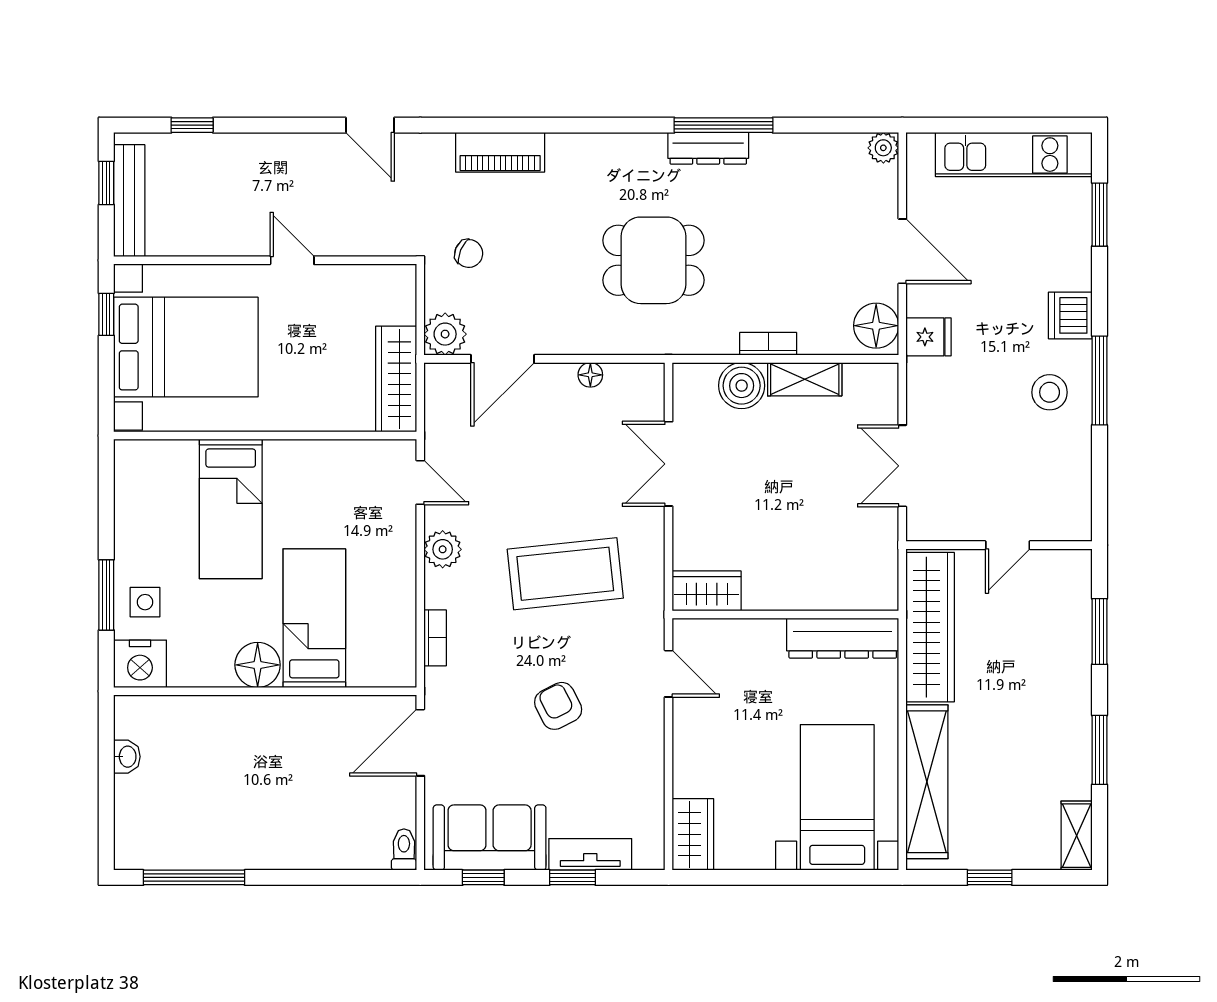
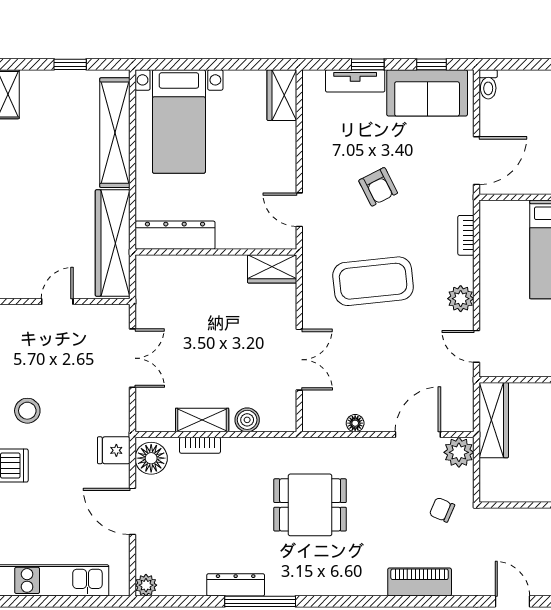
dresser: (708, 148) -> (236, 585), moved
bookcase: (768, 344) -> (200, 445), moved
boiler: (742, 386) -> (247, 420), width x0.73, depth x0.73

